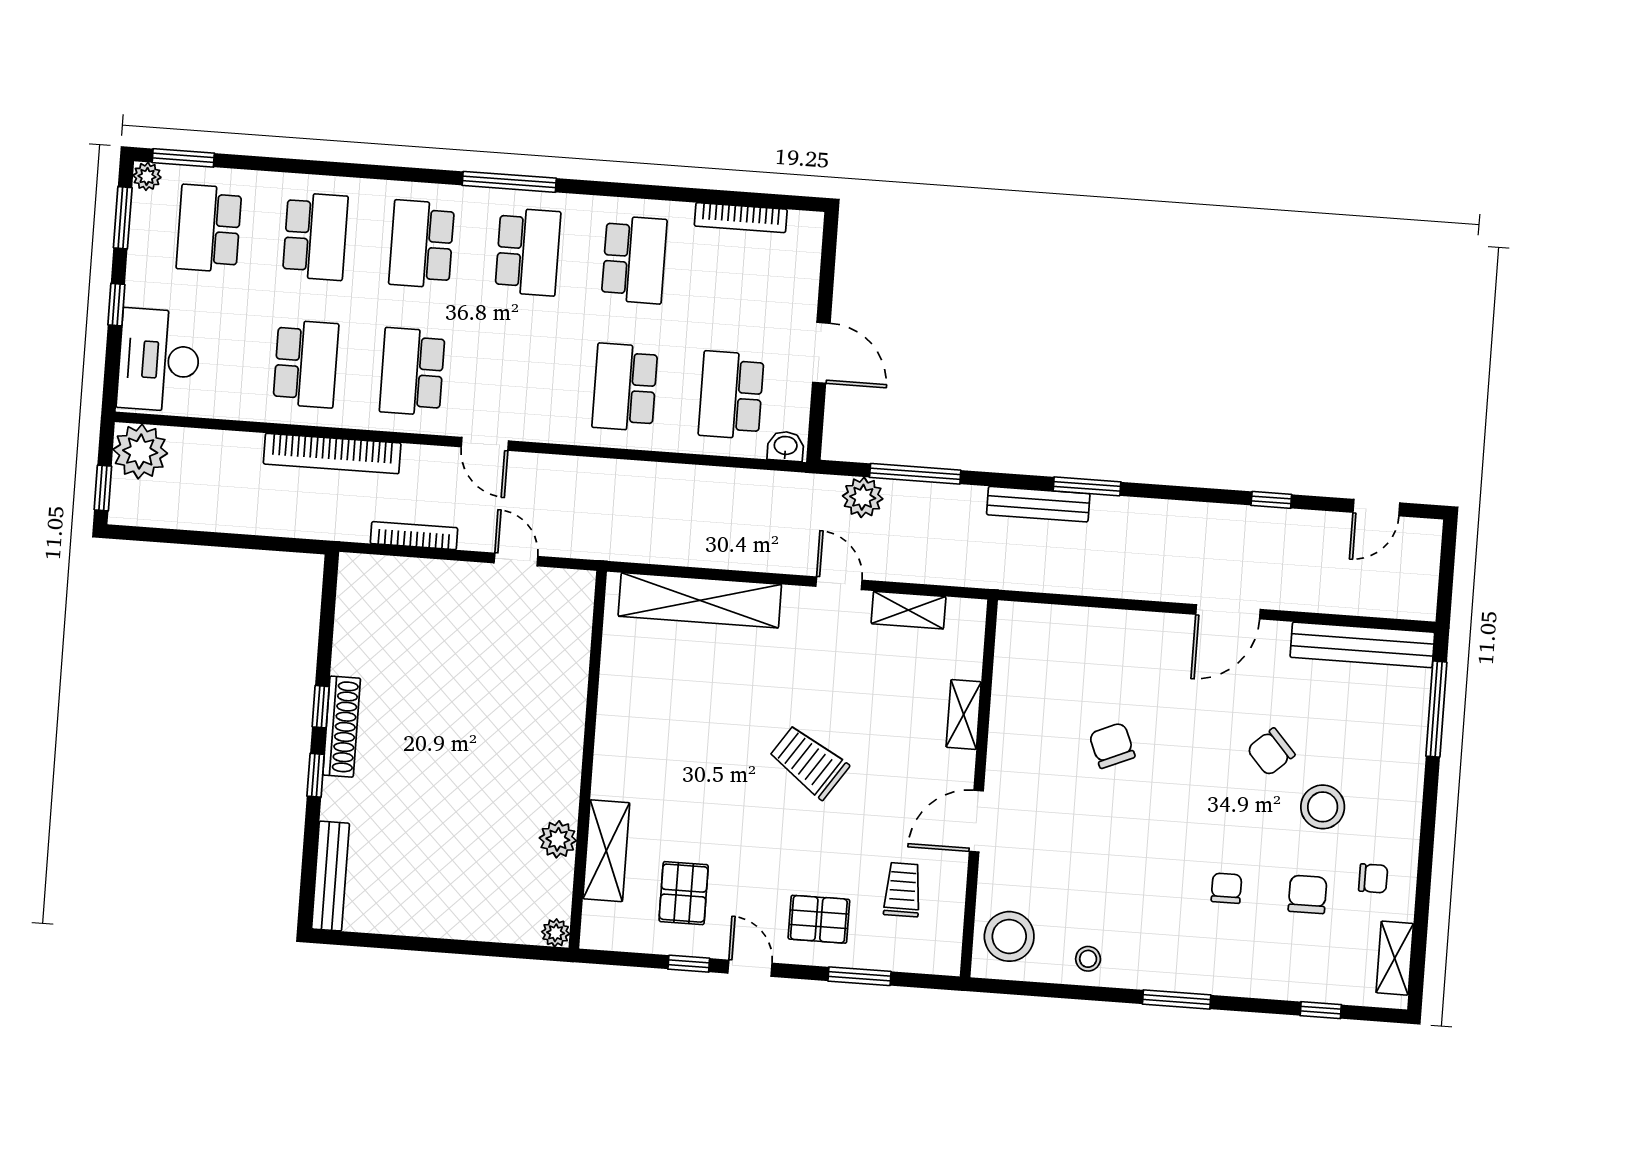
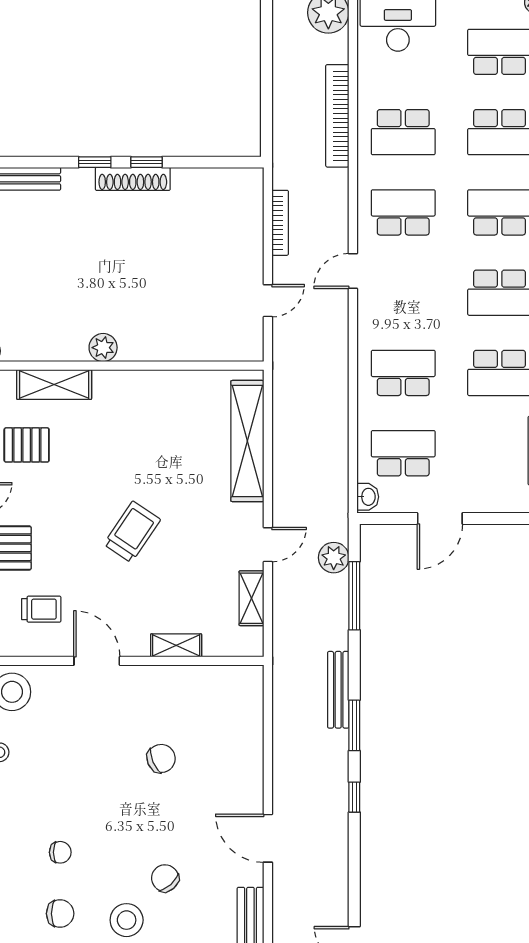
bookcase: (332, 453) -> (337, 116), moved
window: (1271, 500) -> (354, 797), moved
plant: (558, 839) -> (103, 348), moved

